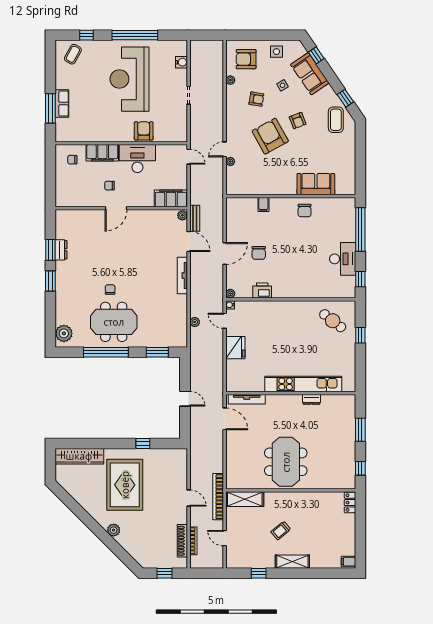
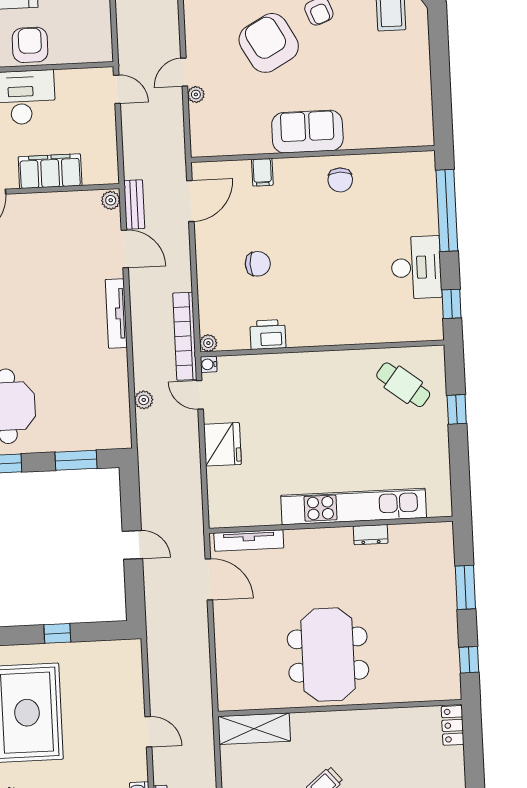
sofa: (316, 184) -> (307, 132), moved
filing cabinet: (171, 198) -> (50, 171), moved
chair: (259, 253) -> (258, 264), turned -90
door: (225, 254) -> (190, 201), moved
bookcase: (218, 497) -> (185, 336), moved

